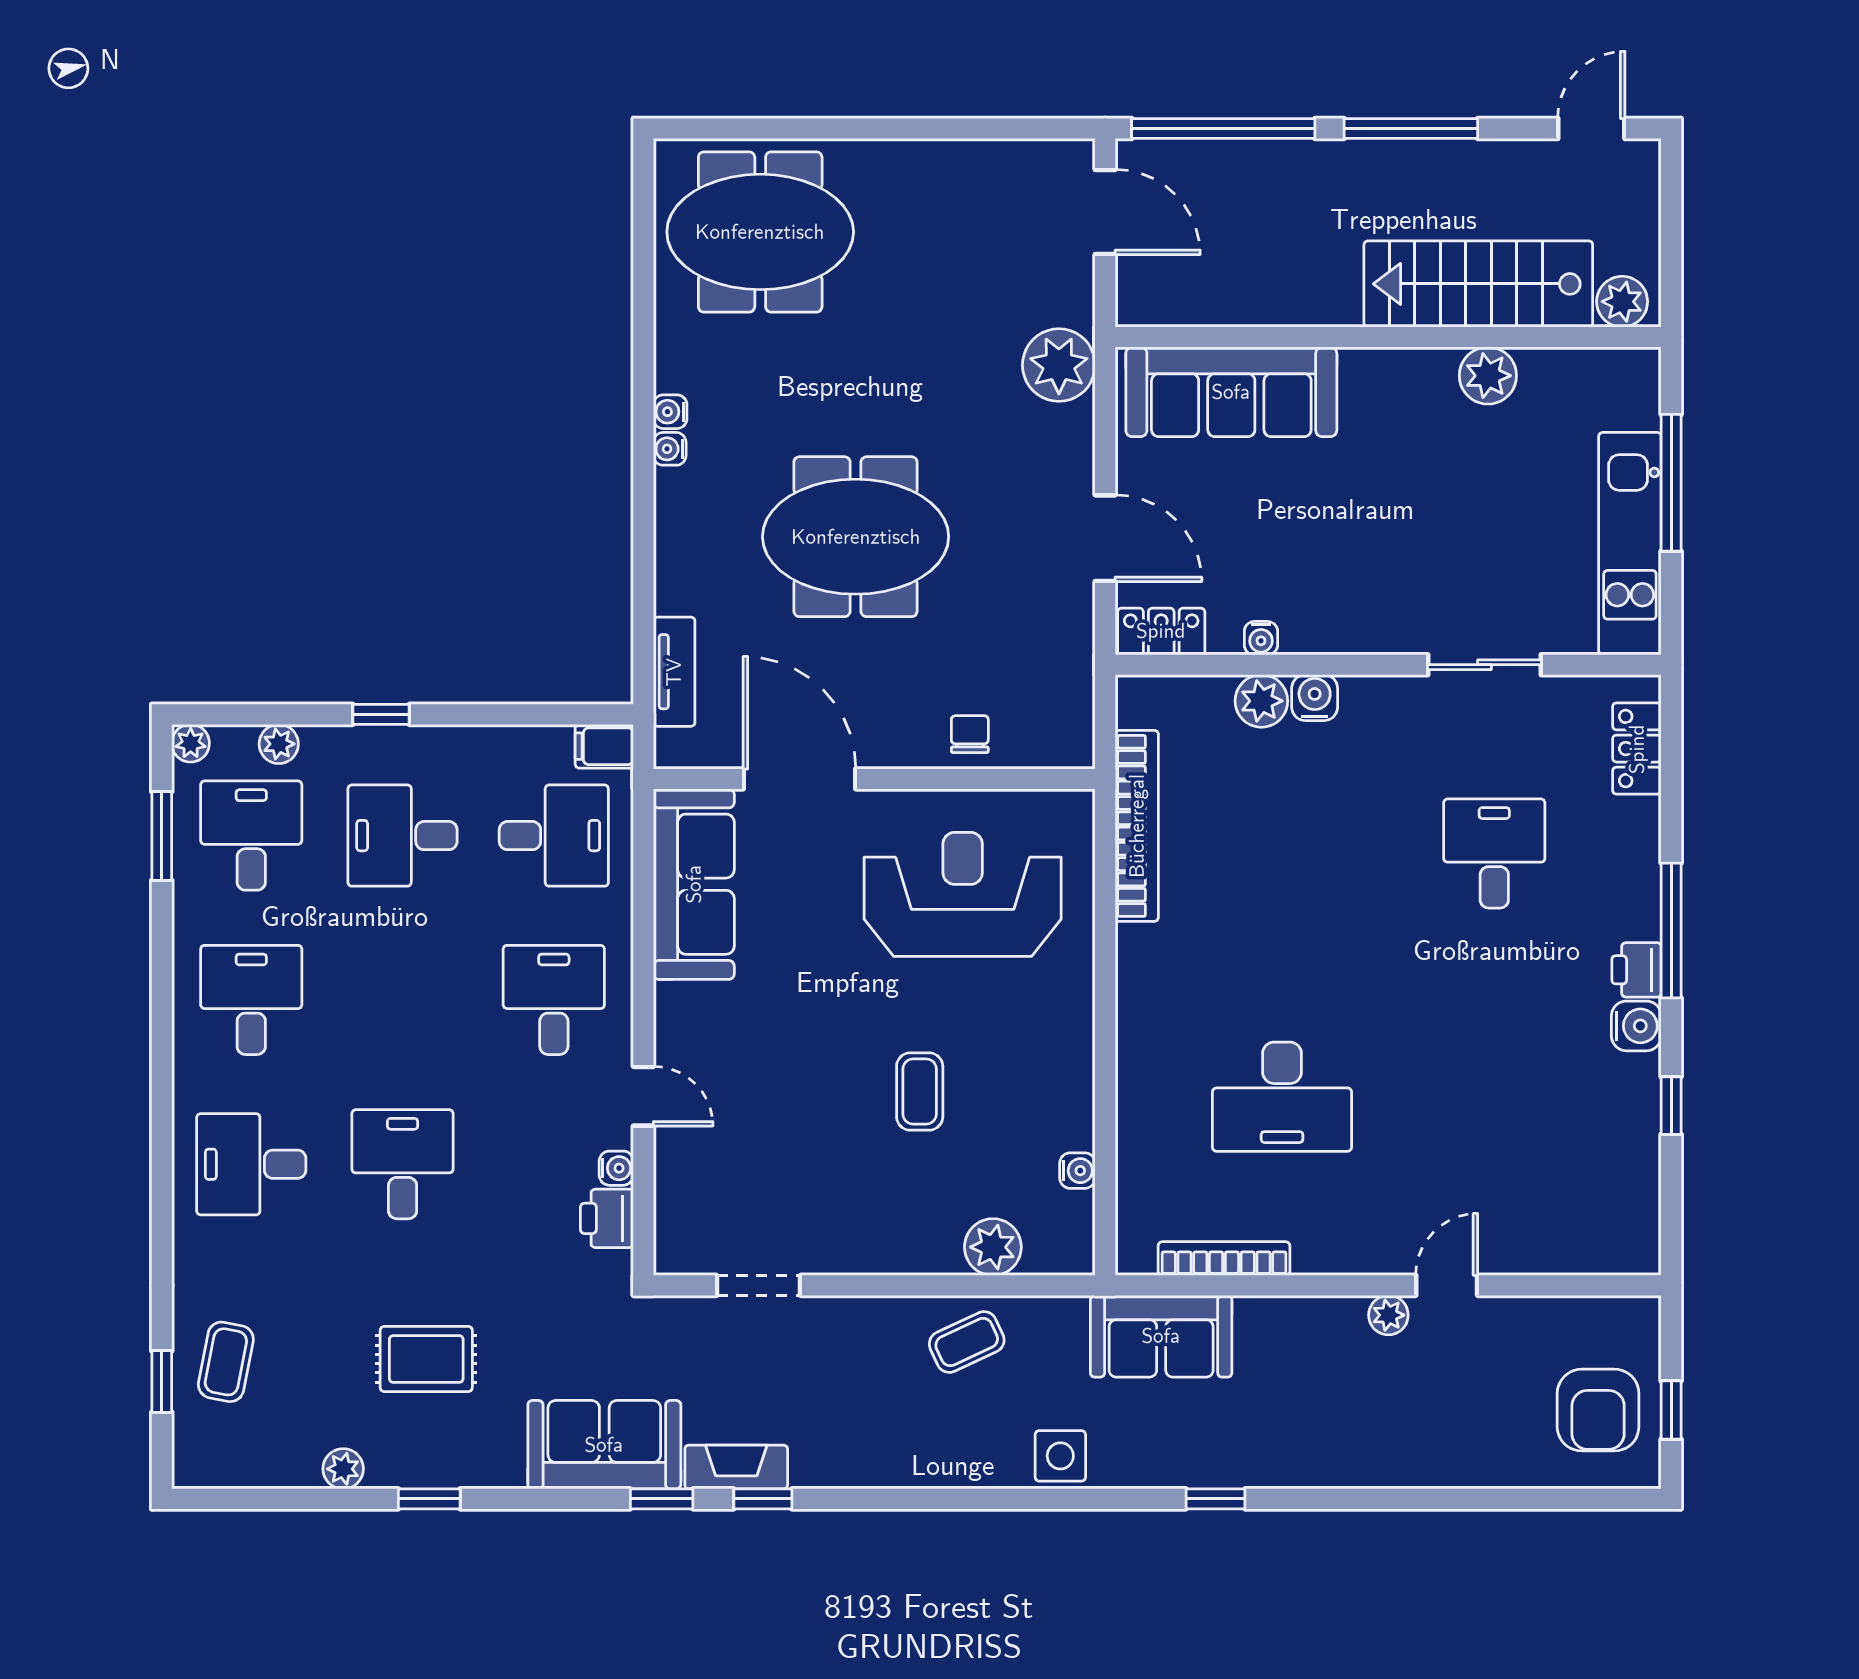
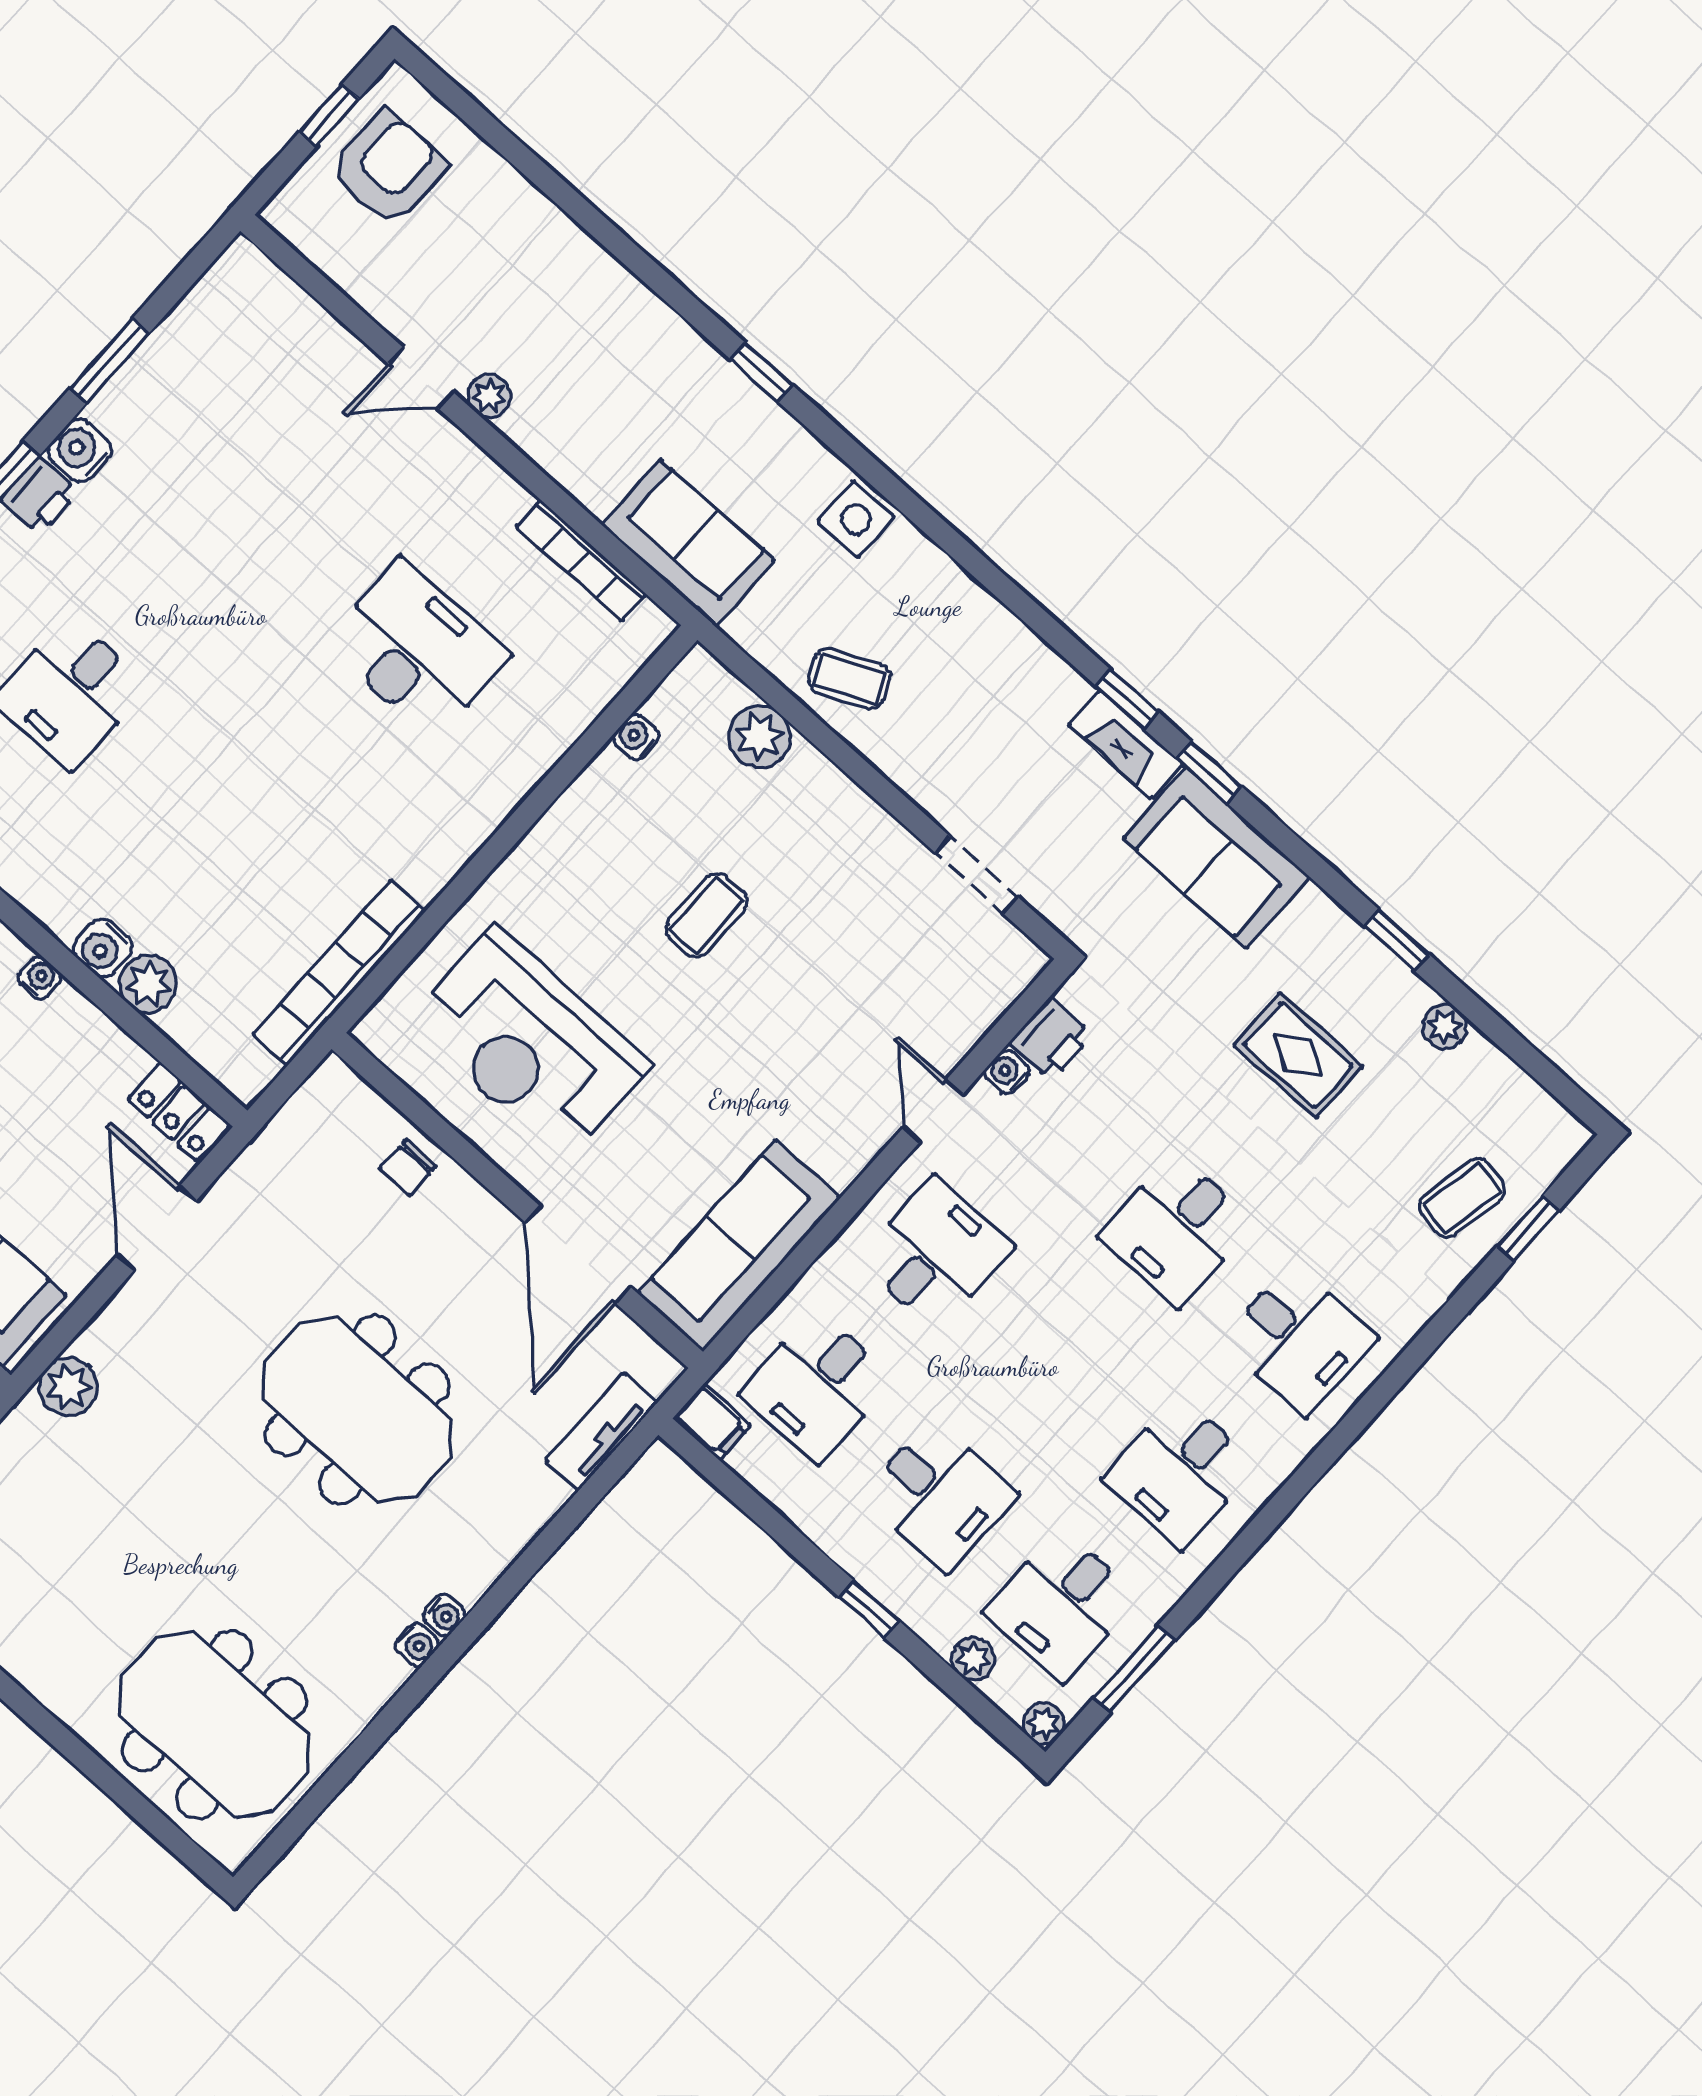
plant: (1059, 365) -> (68, 1387), width x0.73, depth x0.73
water cooler: (1261, 638) -> (39, 978), moved
desk: (554, 836) -> (817, 1386), turned -90
desk: (554, 1000) -> (936, 1253), turned 180
window: (1671, 1106) -> (109, 361), width x1.50

